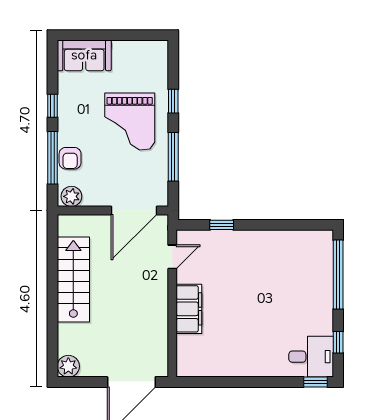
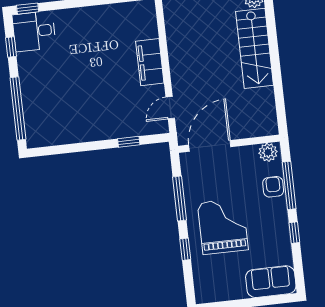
stairs: (73, 279) -> (255, 48), moved

